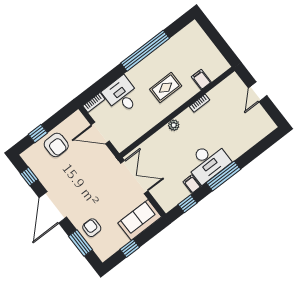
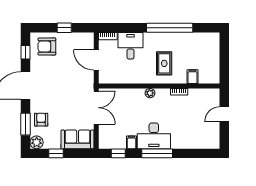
rug: (166, 88) -> (164, 63), turned 90
window: (38, 134) -> (64, 28), moved
armchair: (56, 145) -> (47, 46), moved, turned 90
plant: (104, 252) -> (37, 142), added

